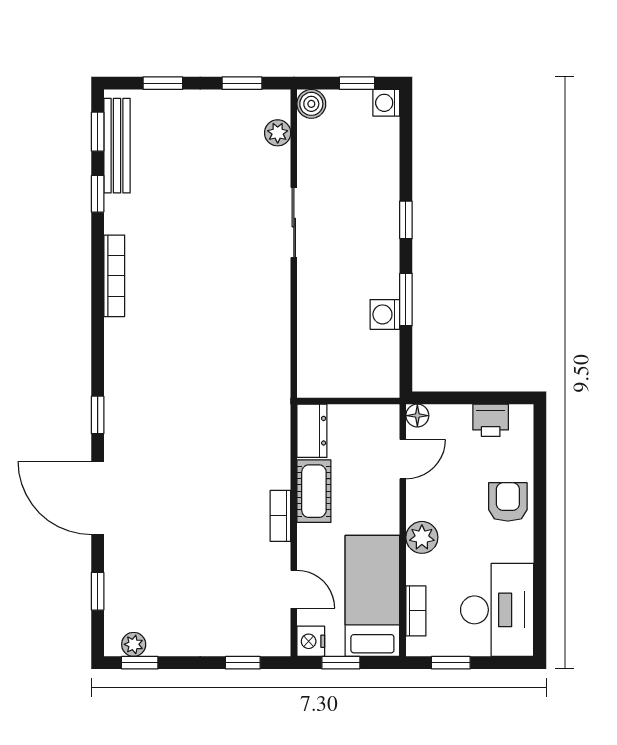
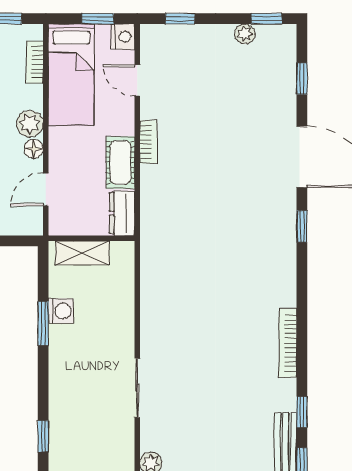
window: (406, 220) -> (43, 436), moved
shelving: (359, 384) -> (82, 253), added
floor lamp: (417, 416) -> (34, 149), moved
plant: (134, 644) -> (245, 34), moved

